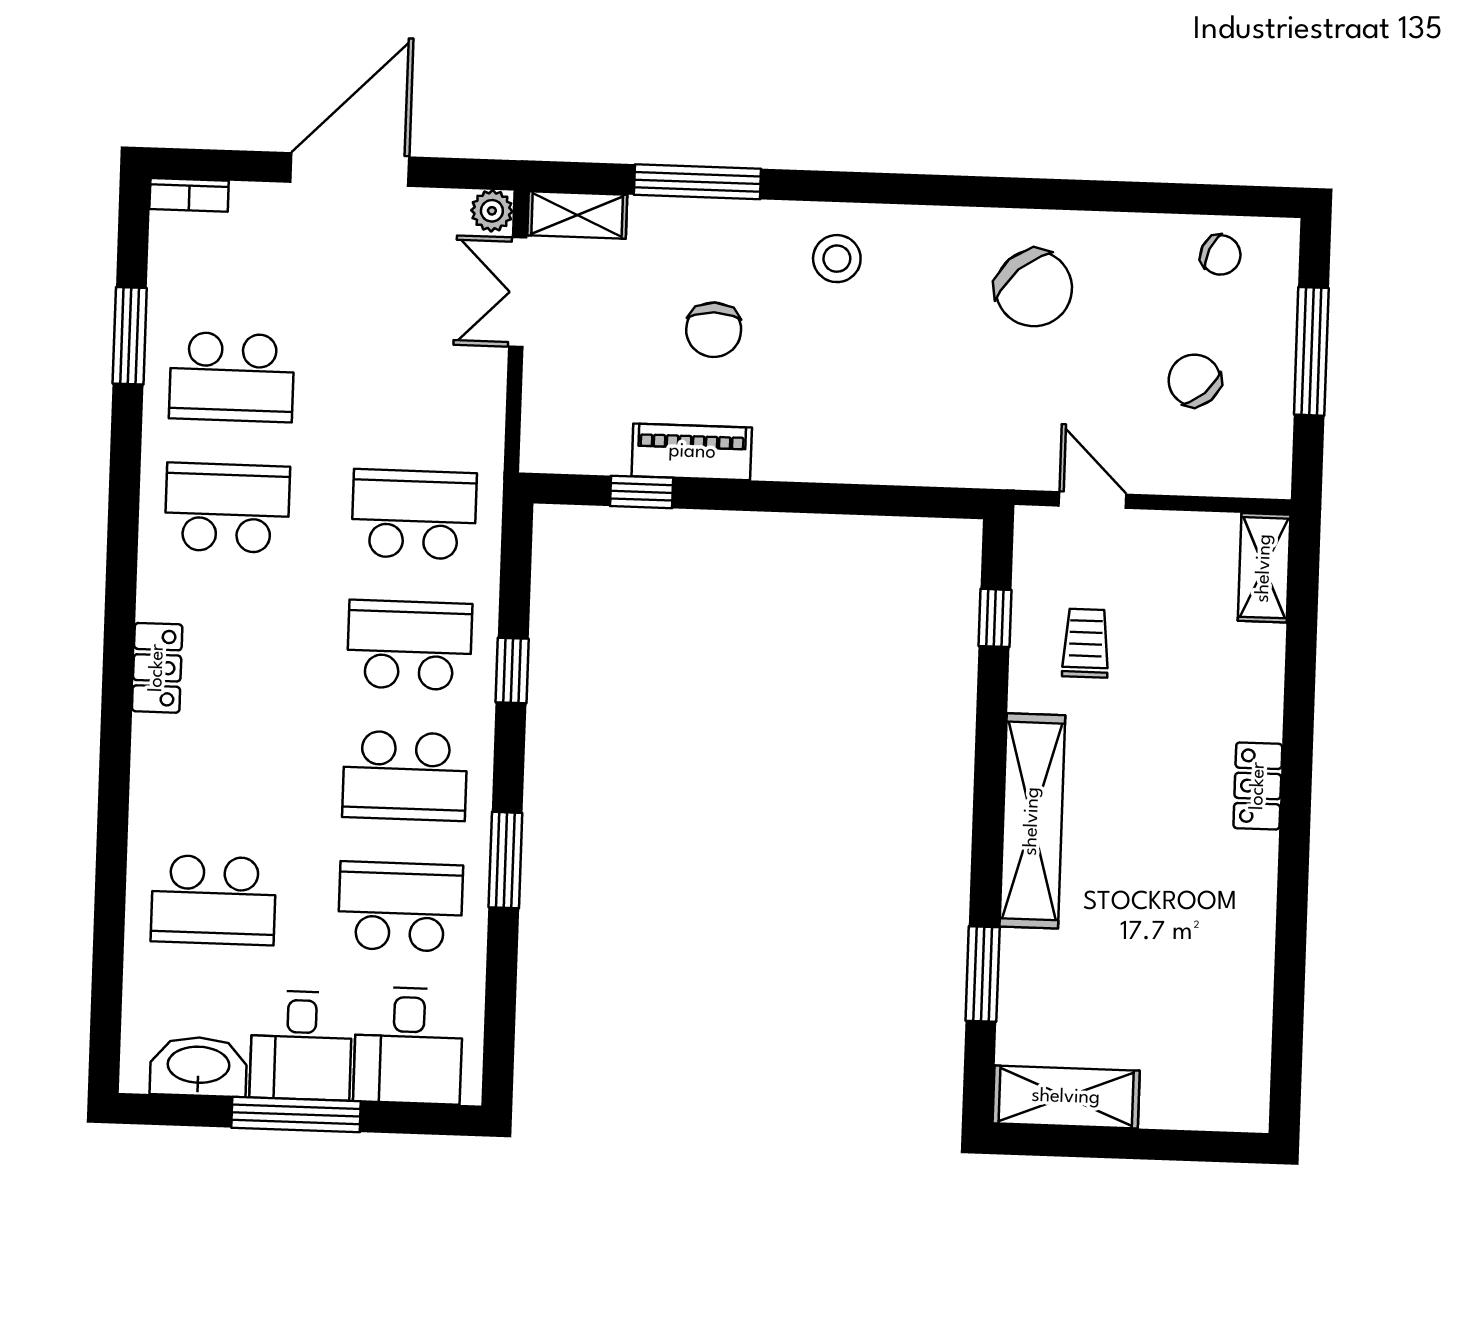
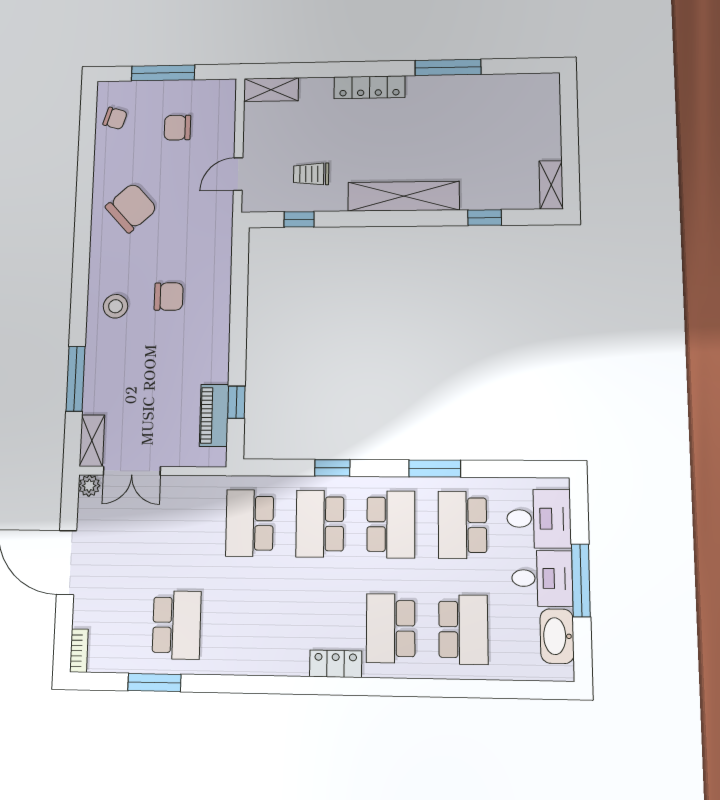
chair: (1221, 255) -> (115, 118), turned 83
chair: (714, 330) -> (169, 297), moved
chair: (1195, 380) -> (177, 128), turned 42
piano: (692, 452) -> (214, 415), moved
school desk: (227, 508) -> (391, 628), moved
locker: (1258, 786) -> (369, 87), width x1.53
window: (1292, 917) -> (448, 67), added
window: (983, 974) -> (485, 218), width x0.67
shelving: (1066, 1097) -> (551, 185), width x0.67, depth x0.75

